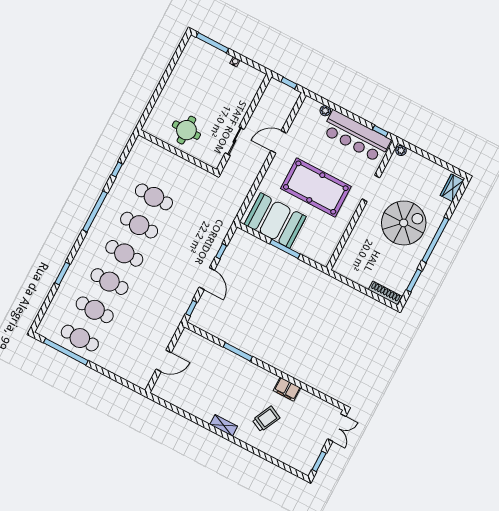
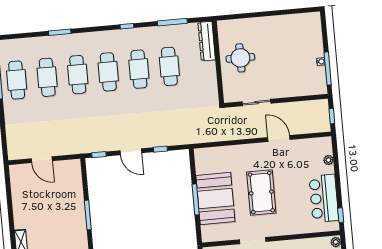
window: (212, 43) -> (328, 69), moved
bar counter: (356, 136) -> (324, 198), width x0.73
dresser: (153, 150) -> (207, 41), added
window: (117, 169) -> (172, 22), width x2.17
pool table: (316, 188) -> (261, 192), width x0.73, depth x0.76
doorway: (371, 188) -> (253, 241), moved
window: (95, 211) -> (127, 26), width x0.32
booth: (275, 220) -> (215, 199), moved
door: (207, 279) -> (131, 152), hinge flipped

